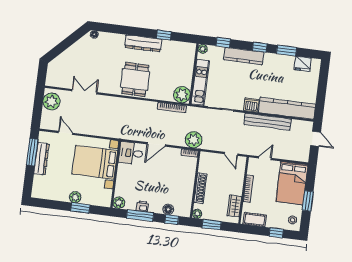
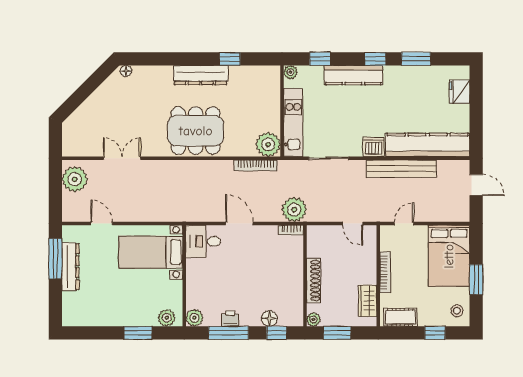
fridge: (303, 64) -> (460, 92), moved, turned 90
dining table: (135, 80) -> (196, 131), width x1.38
door: (156, 144) -> (239, 224), swing flipped
bed with nightstands: (95, 162) -> (151, 252), width x0.73
plant: (75, 197) -> (167, 318), moved

